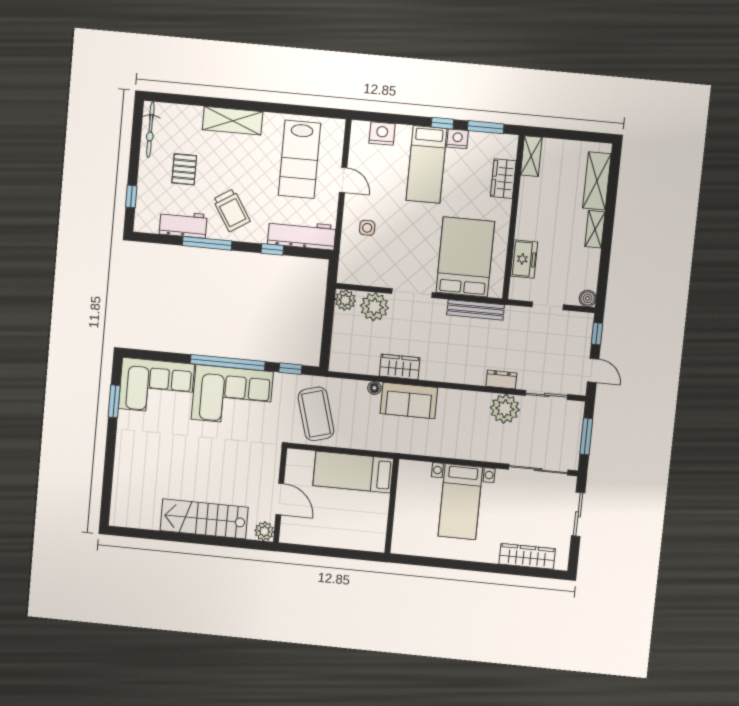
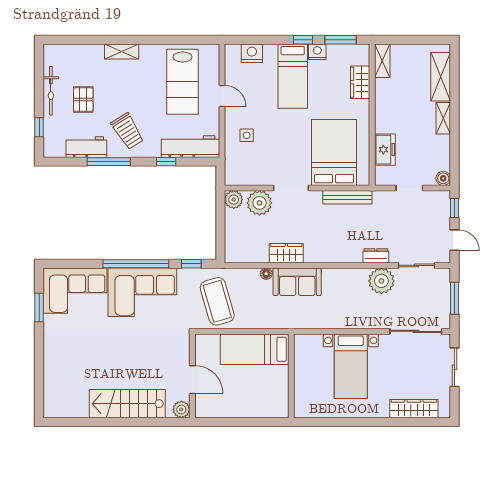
shelving: (232, 121) -> (122, 51), width x0.67, depth x0.75
bicycle: (150, 130) -> (51, 91), moved

